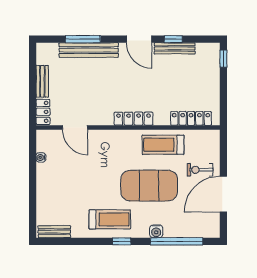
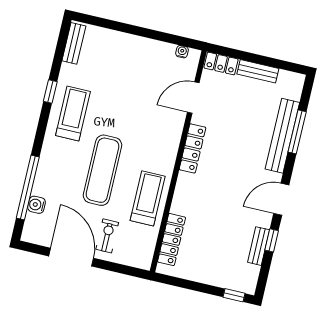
bench: (175, 48) -> (259, 246), width x0.73
locker: (134, 119) -> (192, 148), moved
water cooler: (41, 157) -> (182, 52), moved
exercise mat: (149, 186) -> (103, 170), width x0.68
treadmill: (110, 219) -> (73, 113), turned 180
water cooler: (156, 231) -> (37, 205), moved
window: (122, 241) -> (50, 92), moved

